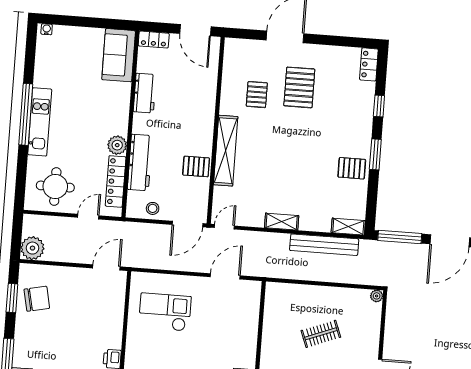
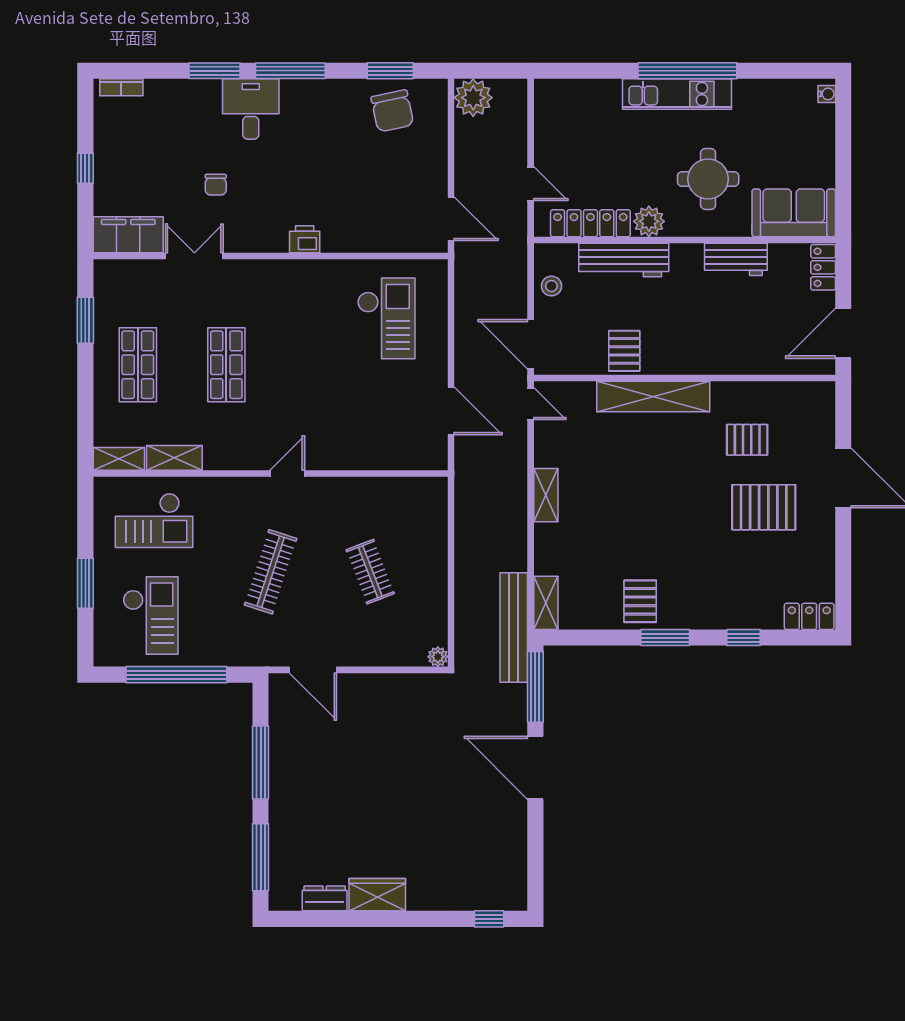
round table: (55, 187) -> (708, 179), moved
bench: (324, 245) -> (514, 627), moved

